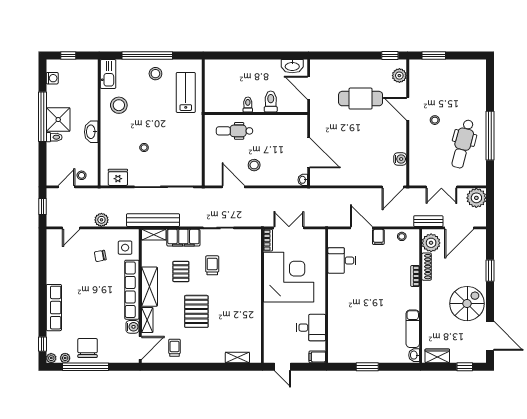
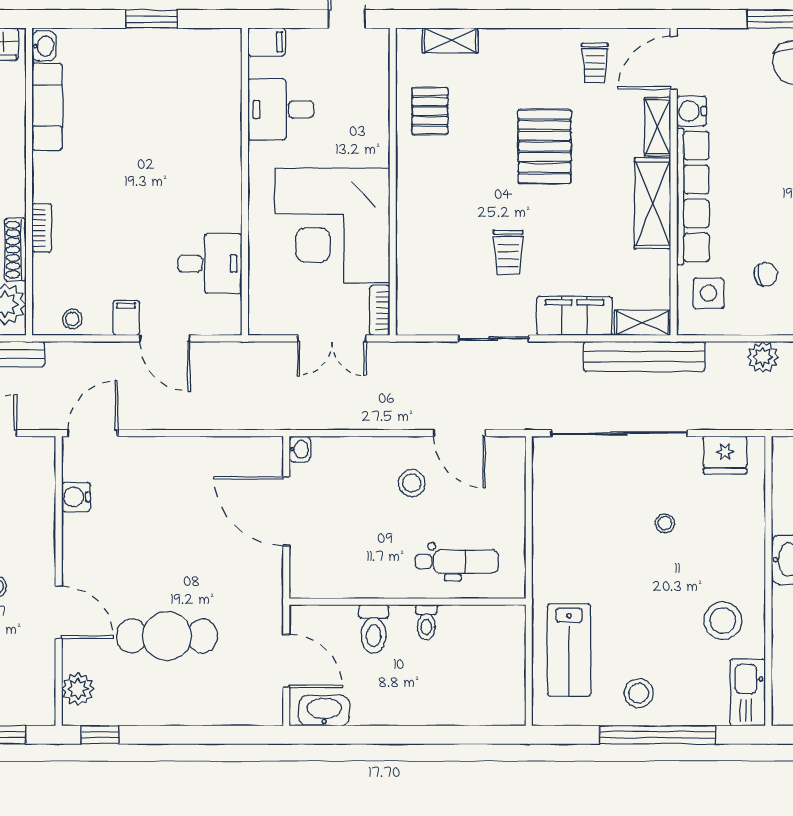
pallet: (181, 271) -> (430, 111), moved

